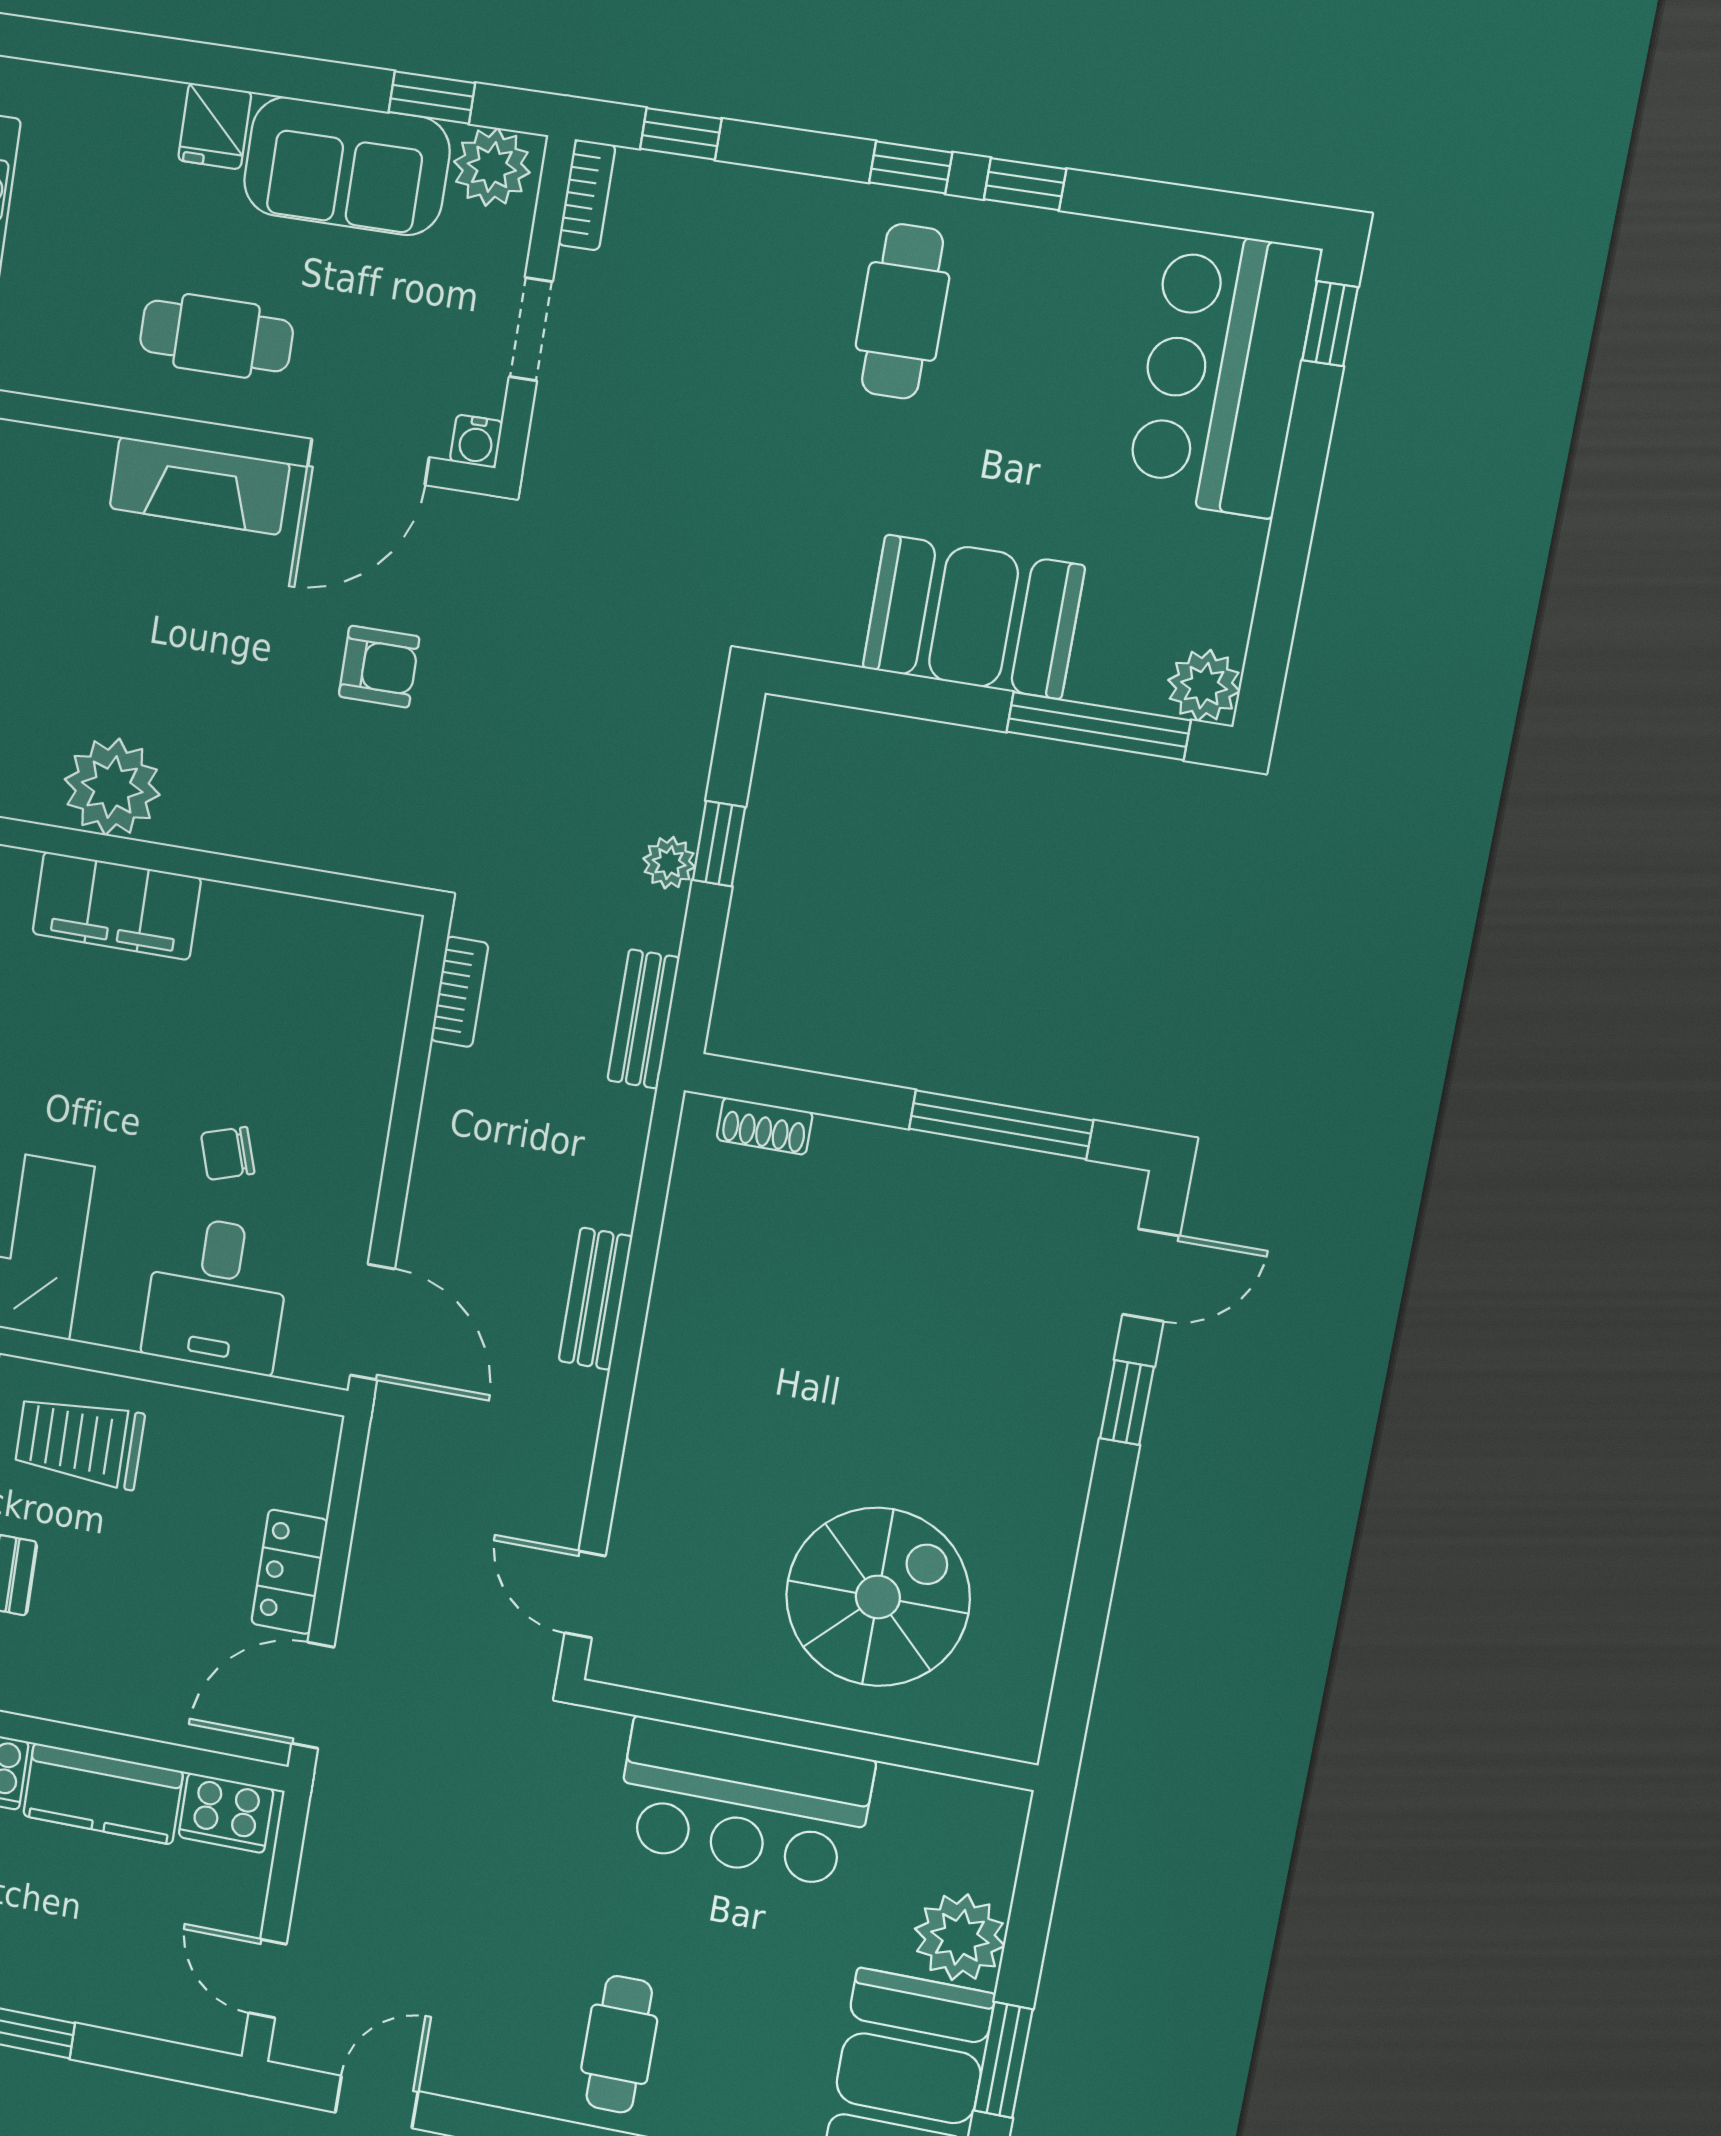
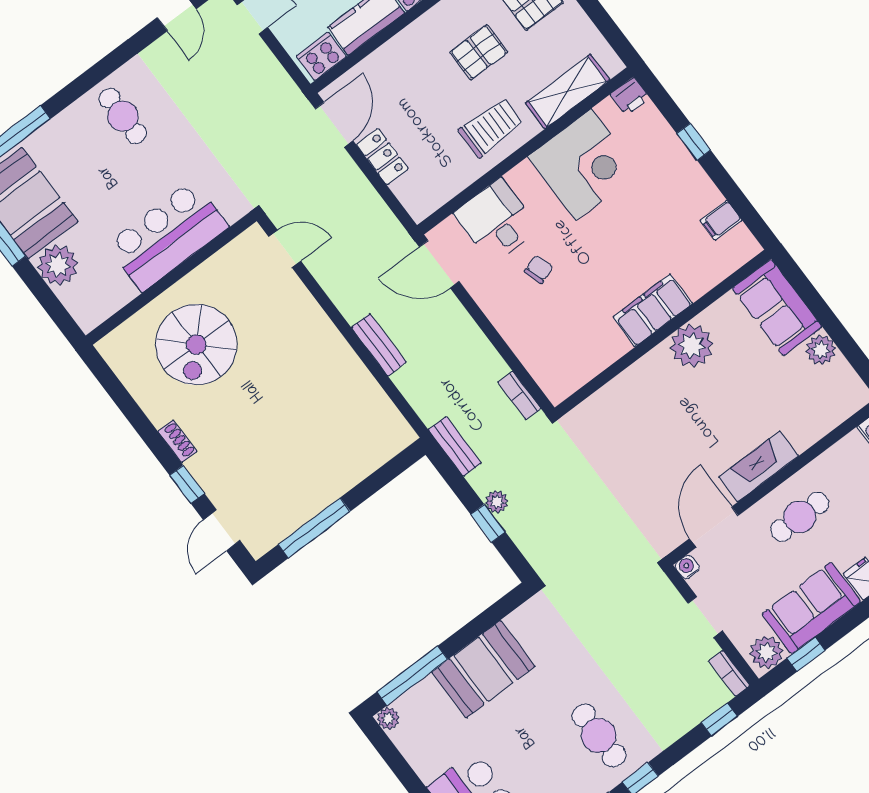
armchair: (379, 667) -> (647, 469), removed
plant: (1204, 686) -> (388, 719), width x0.73, depth x0.73
shoe rack: (765, 1126) -> (177, 441), moved, turned 90

